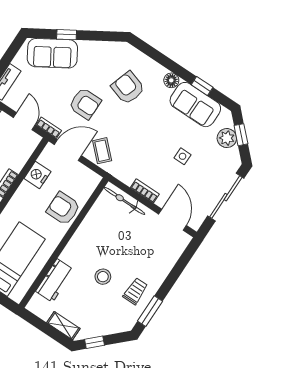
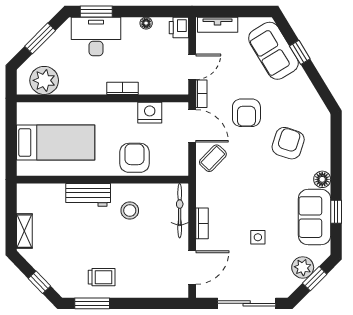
stool: (103, 277) -> (130, 211), moved
workbench: (55, 281) -> (88, 195), moved
window: (95, 342) -> (39, 282), moved

